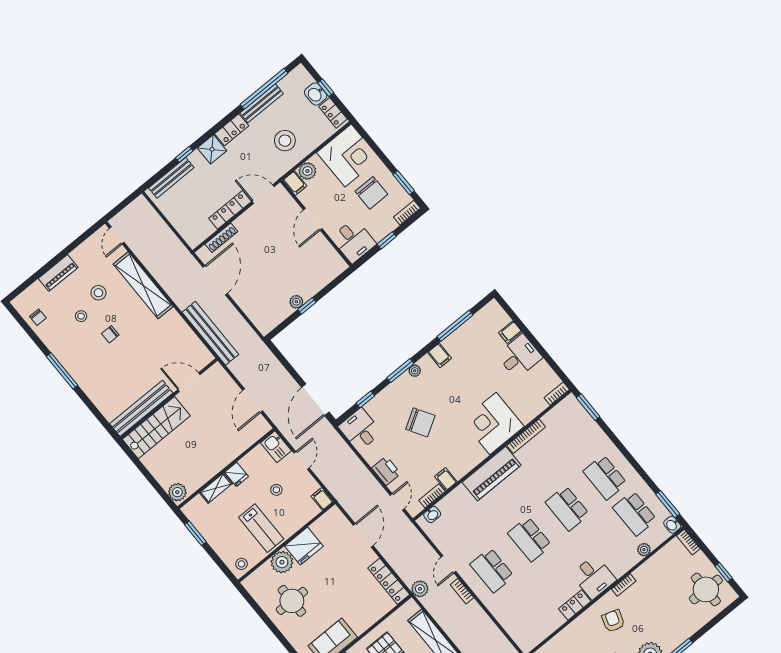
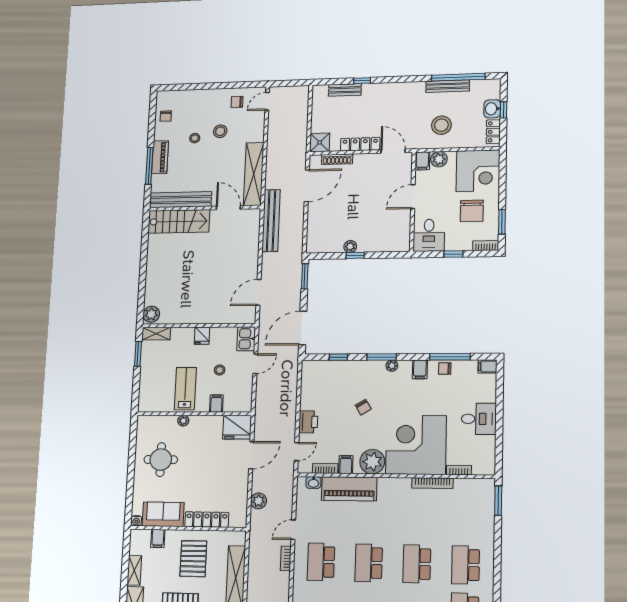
locker: (232, 130) -> (410, 89), removed
shower: (212, 149) -> (320, 142), moved
bench: (171, 178) -> (345, 90), width x0.73
piano: (58, 273) -> (160, 157), moved, turned -90
shelving: (143, 285) -> (254, 174), moved
filing cabinet: (510, 332) -> (488, 366), moved
chair: (110, 334) -> (237, 102), moved
chair: (459, 338) -> (445, 368), added
window: (280, 356) -> (305, 276), added
door: (189, 382) -> (228, 208), moved
bookcase: (557, 394) -> (459, 470), moved
wall: (169, 399) -> (205, 208), moved
bench: (141, 408) -> (181, 200), moved
chair: (420, 422) -> (363, 407), width x0.54, depth x0.54
corner desk: (493, 424) -> (416, 445), width x1.36, depth x1.36
stairs: (156, 428) -> (179, 221), moved
desk: (360, 430) -> (316, 376), removed
plant: (465, 459) -> (372, 462), added
piano: (492, 474) -> (349, 489), moved
shelving: (216, 488) -> (156, 334), moved
filing cabinet: (322, 499) -> (216, 404), moved
lab bench: (261, 528) -> (185, 389), turned 180
fridge: (304, 546) -> (237, 427), moved
plant: (282, 562) -> (183, 421), width x0.53, depth x0.53
stool: (242, 564) -> (150, 403), removed
locker: (389, 581) -> (207, 520), moved, turned 90
plant: (420, 589) -> (259, 501), moved

